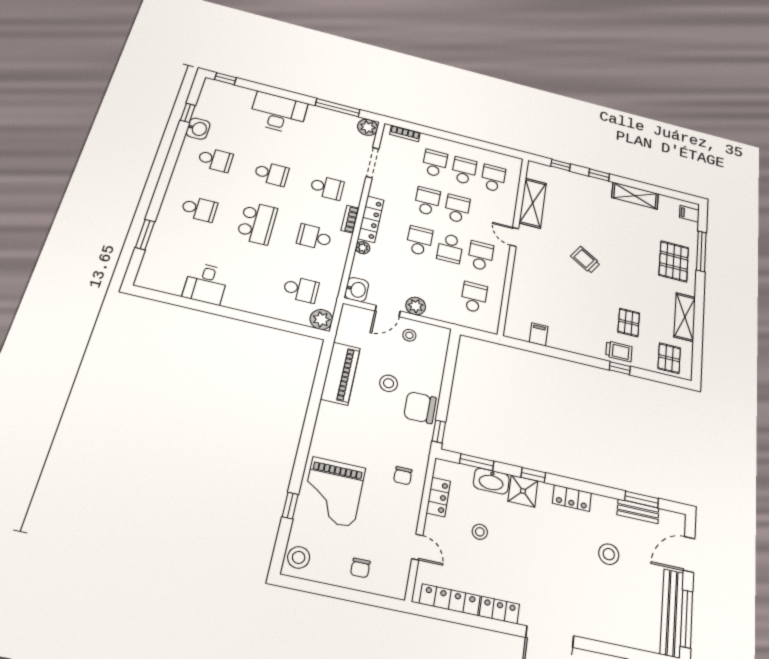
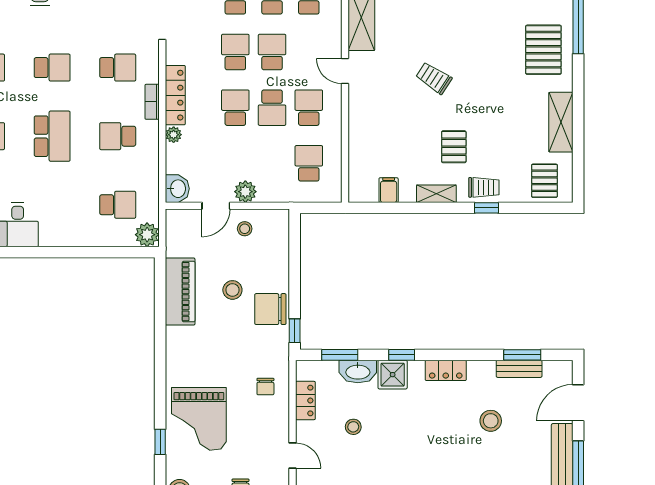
pallet: (629, 323) -> (454, 147), moved
shelving: (579, 347) -> (436, 194), added

